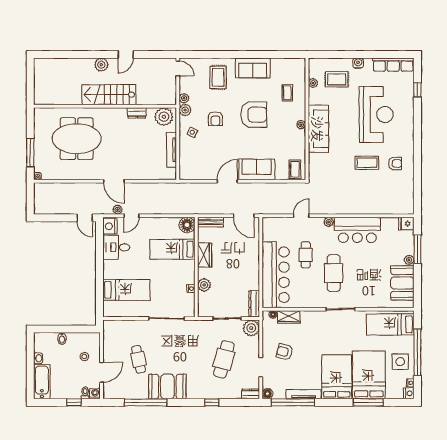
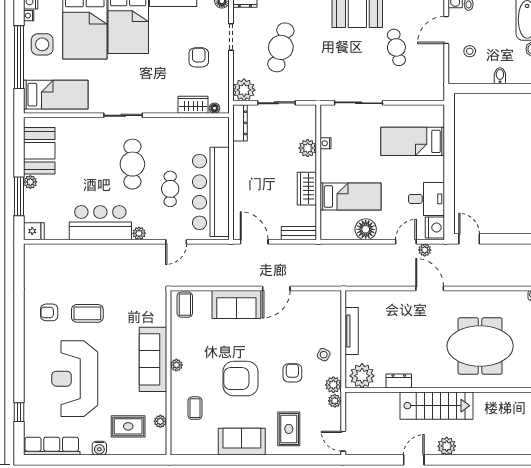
floor lamp: (187, 225) -> (366, 229), moved
bar counter: (276, 275) -> (211, 192), moved
armchair: (285, 352) -> (199, 57), turned -105

